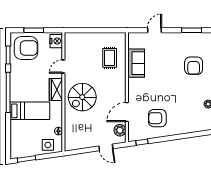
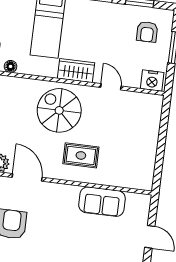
armchair: (26, 48) -> (147, 32), width x0.53, depth x0.53
rug: (110, 58) -> (81, 155), moved

